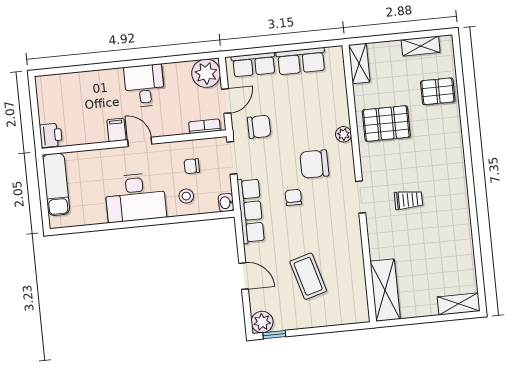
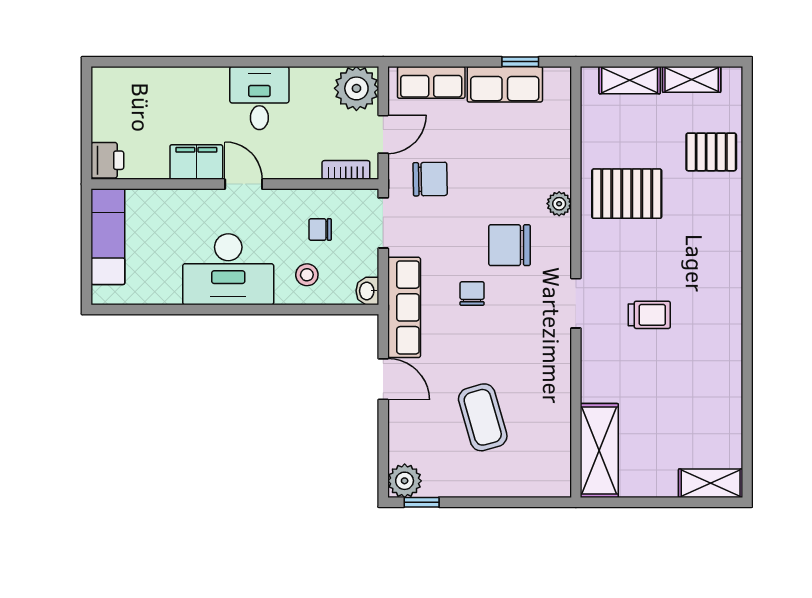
window: (309, 46) -> (520, 62), added
shelving: (359, 63) -> (630, 80), moved, turned 90
filing cabinet: (116, 130) -> (196, 162), width x2.00
door: (244, 276) -> (383, 379), moved

